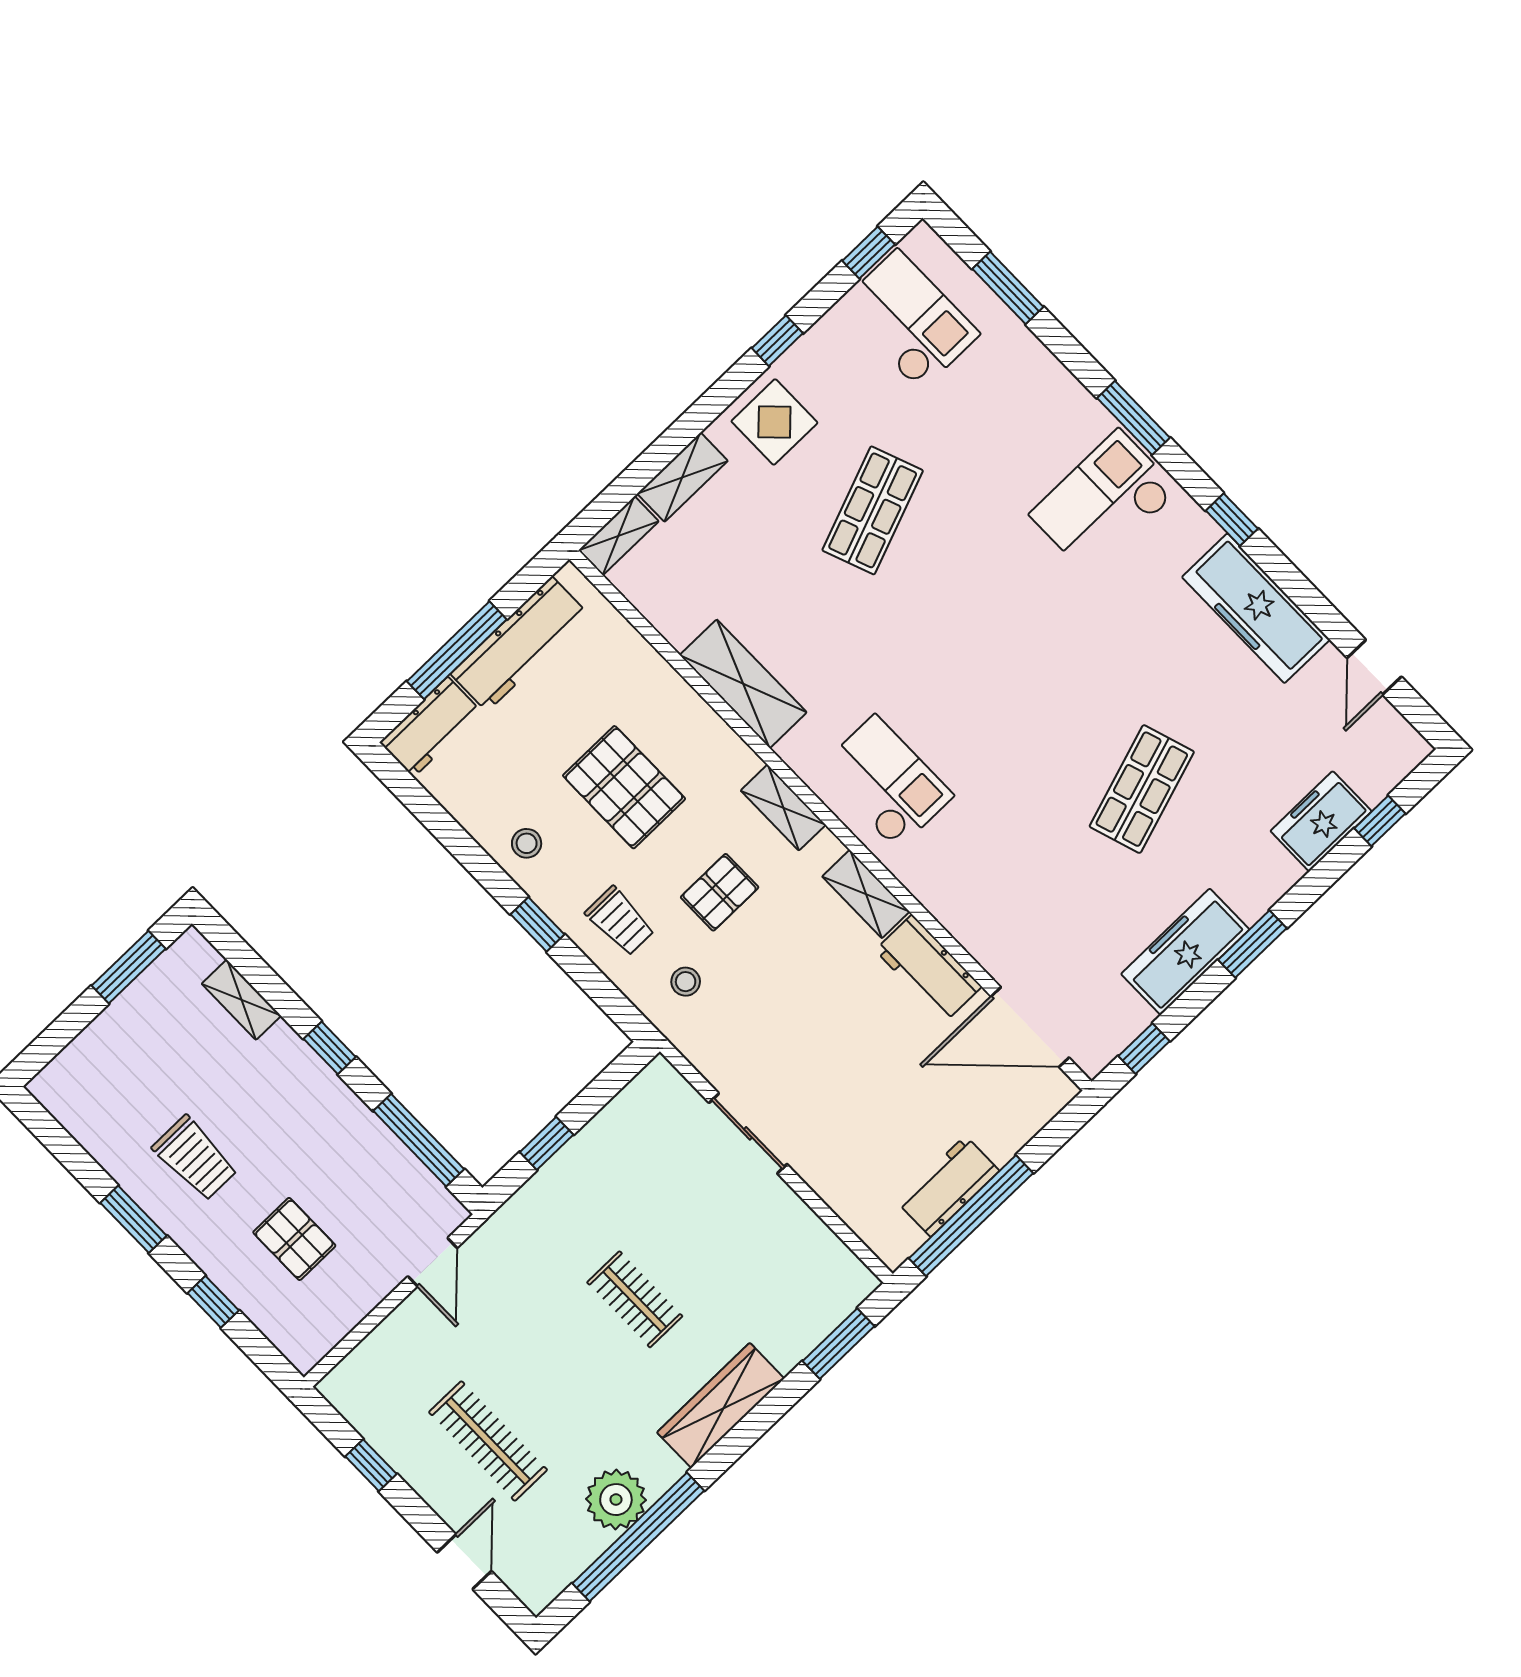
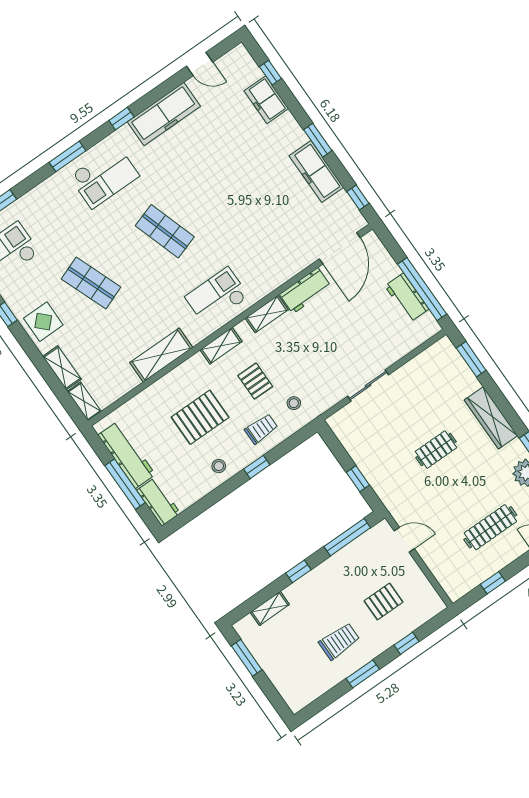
checkout: (1104, 502) -> (104, 176), turned -90
shop shelf: (1142, 789) -> (165, 231), moved

